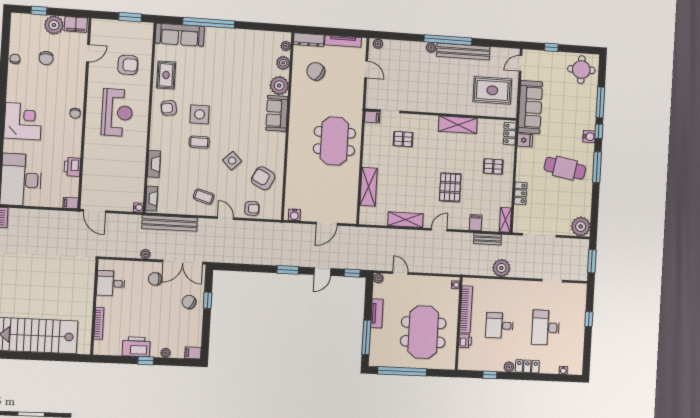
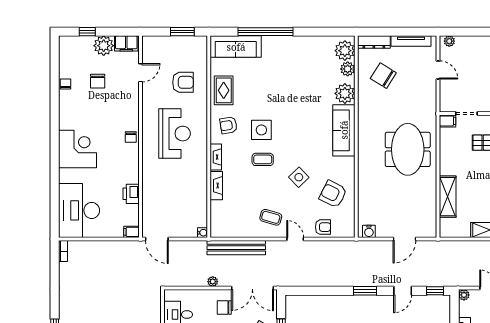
plant: (286, 46) -> (345, 51), width x1.87, depth x1.87
sofa: (277, 113) -> (344, 130), width x1.36
fireplace: (152, 198) -> (216, 157), moved

